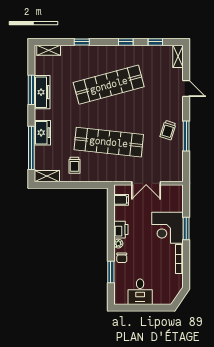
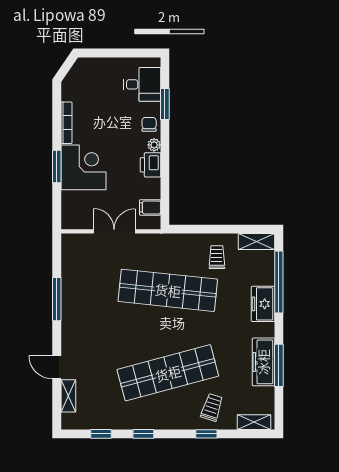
shelving: (178, 56) -> (68, 396), moved
trolley: (168, 130) -> (212, 407), moved
desk: (140, 292) -> (142, 84), moved, turned 90

